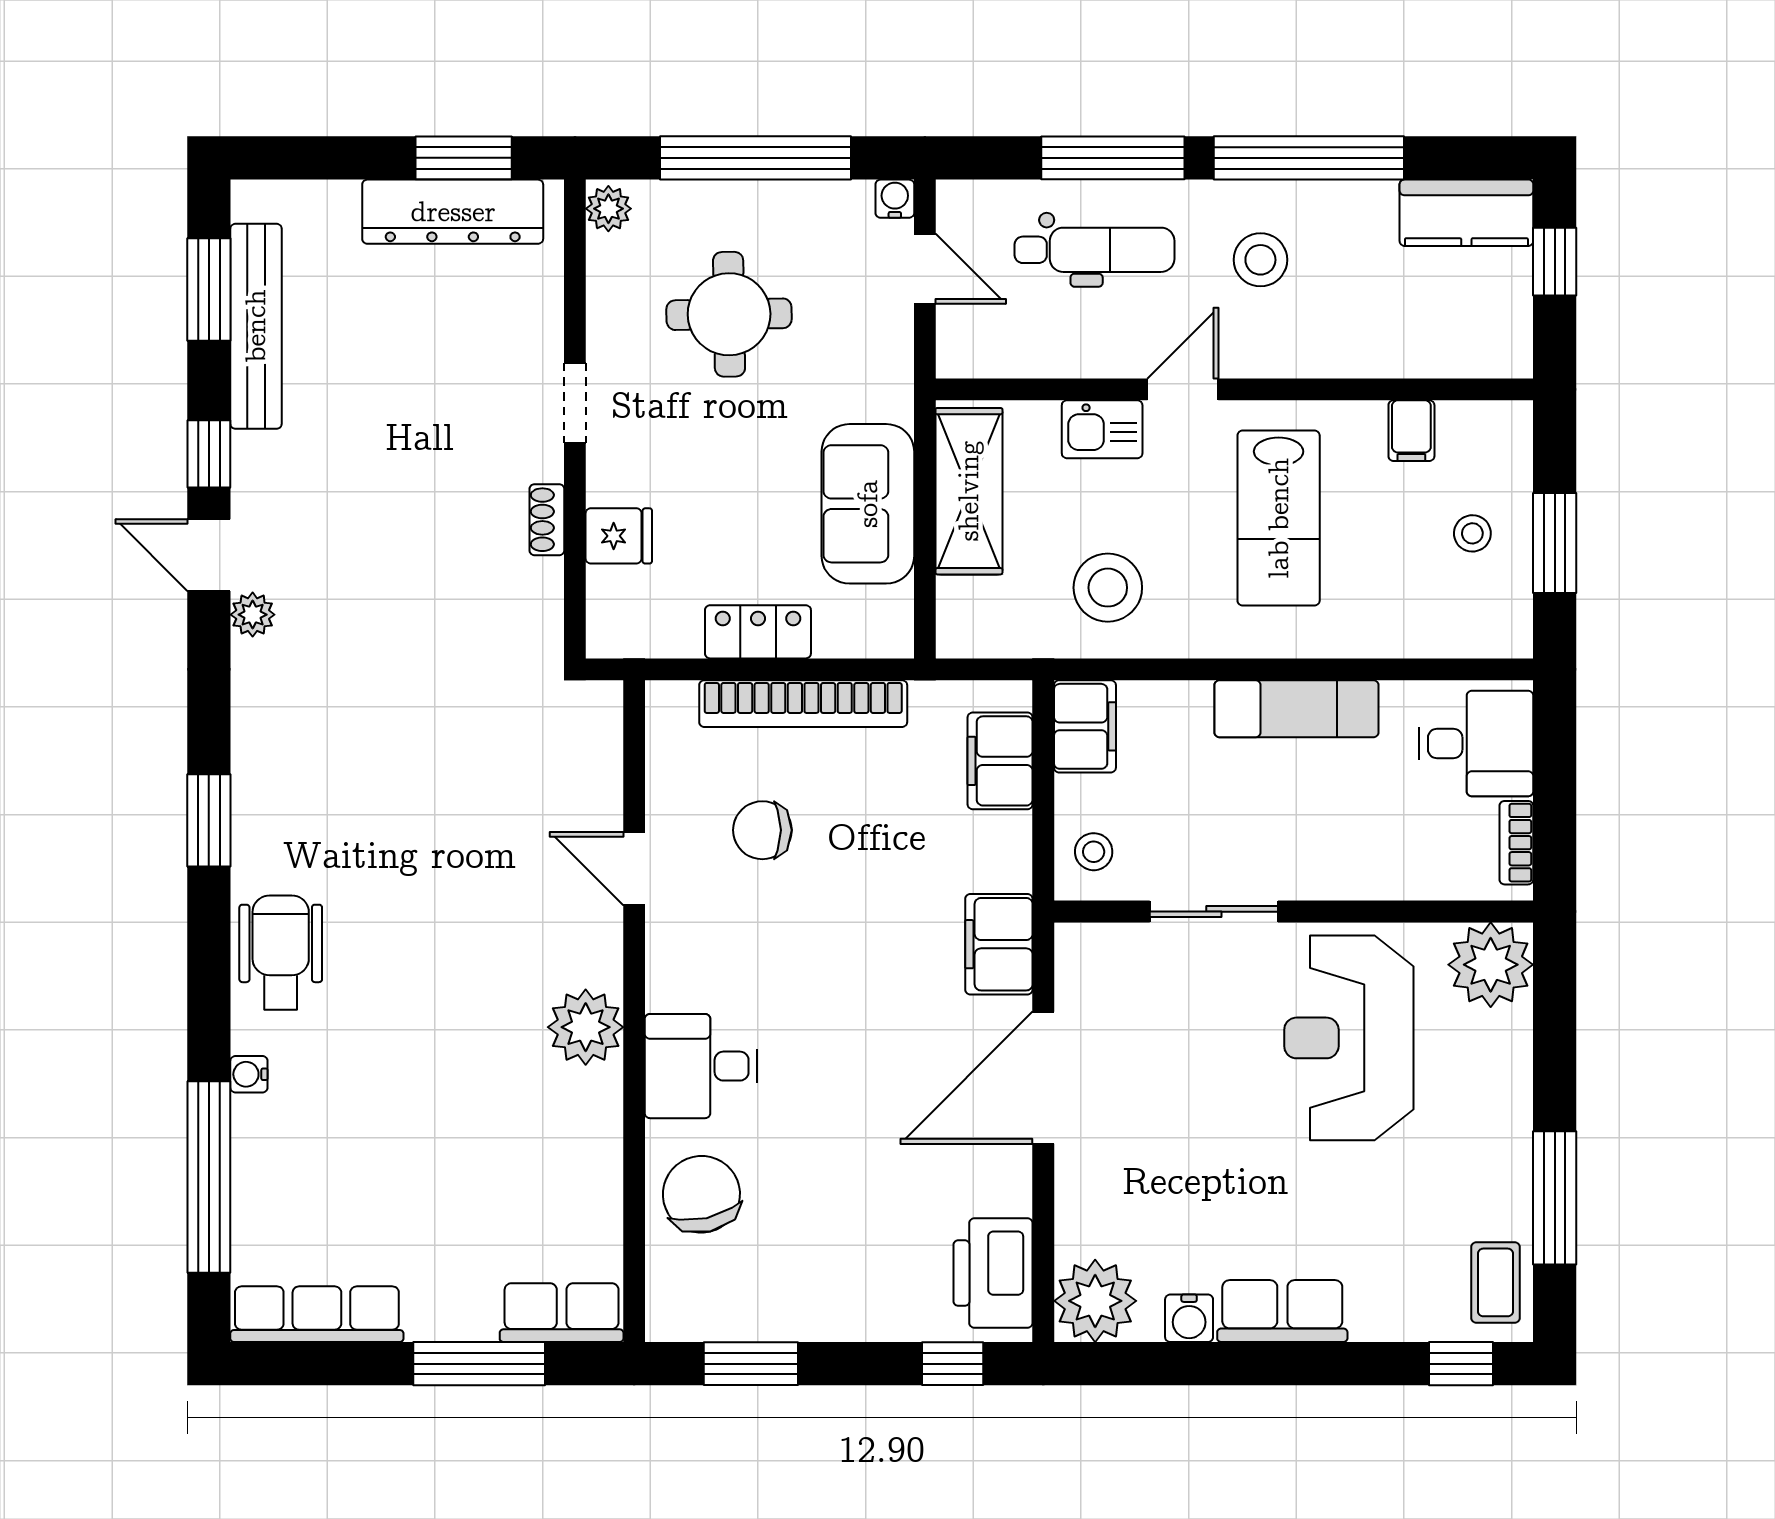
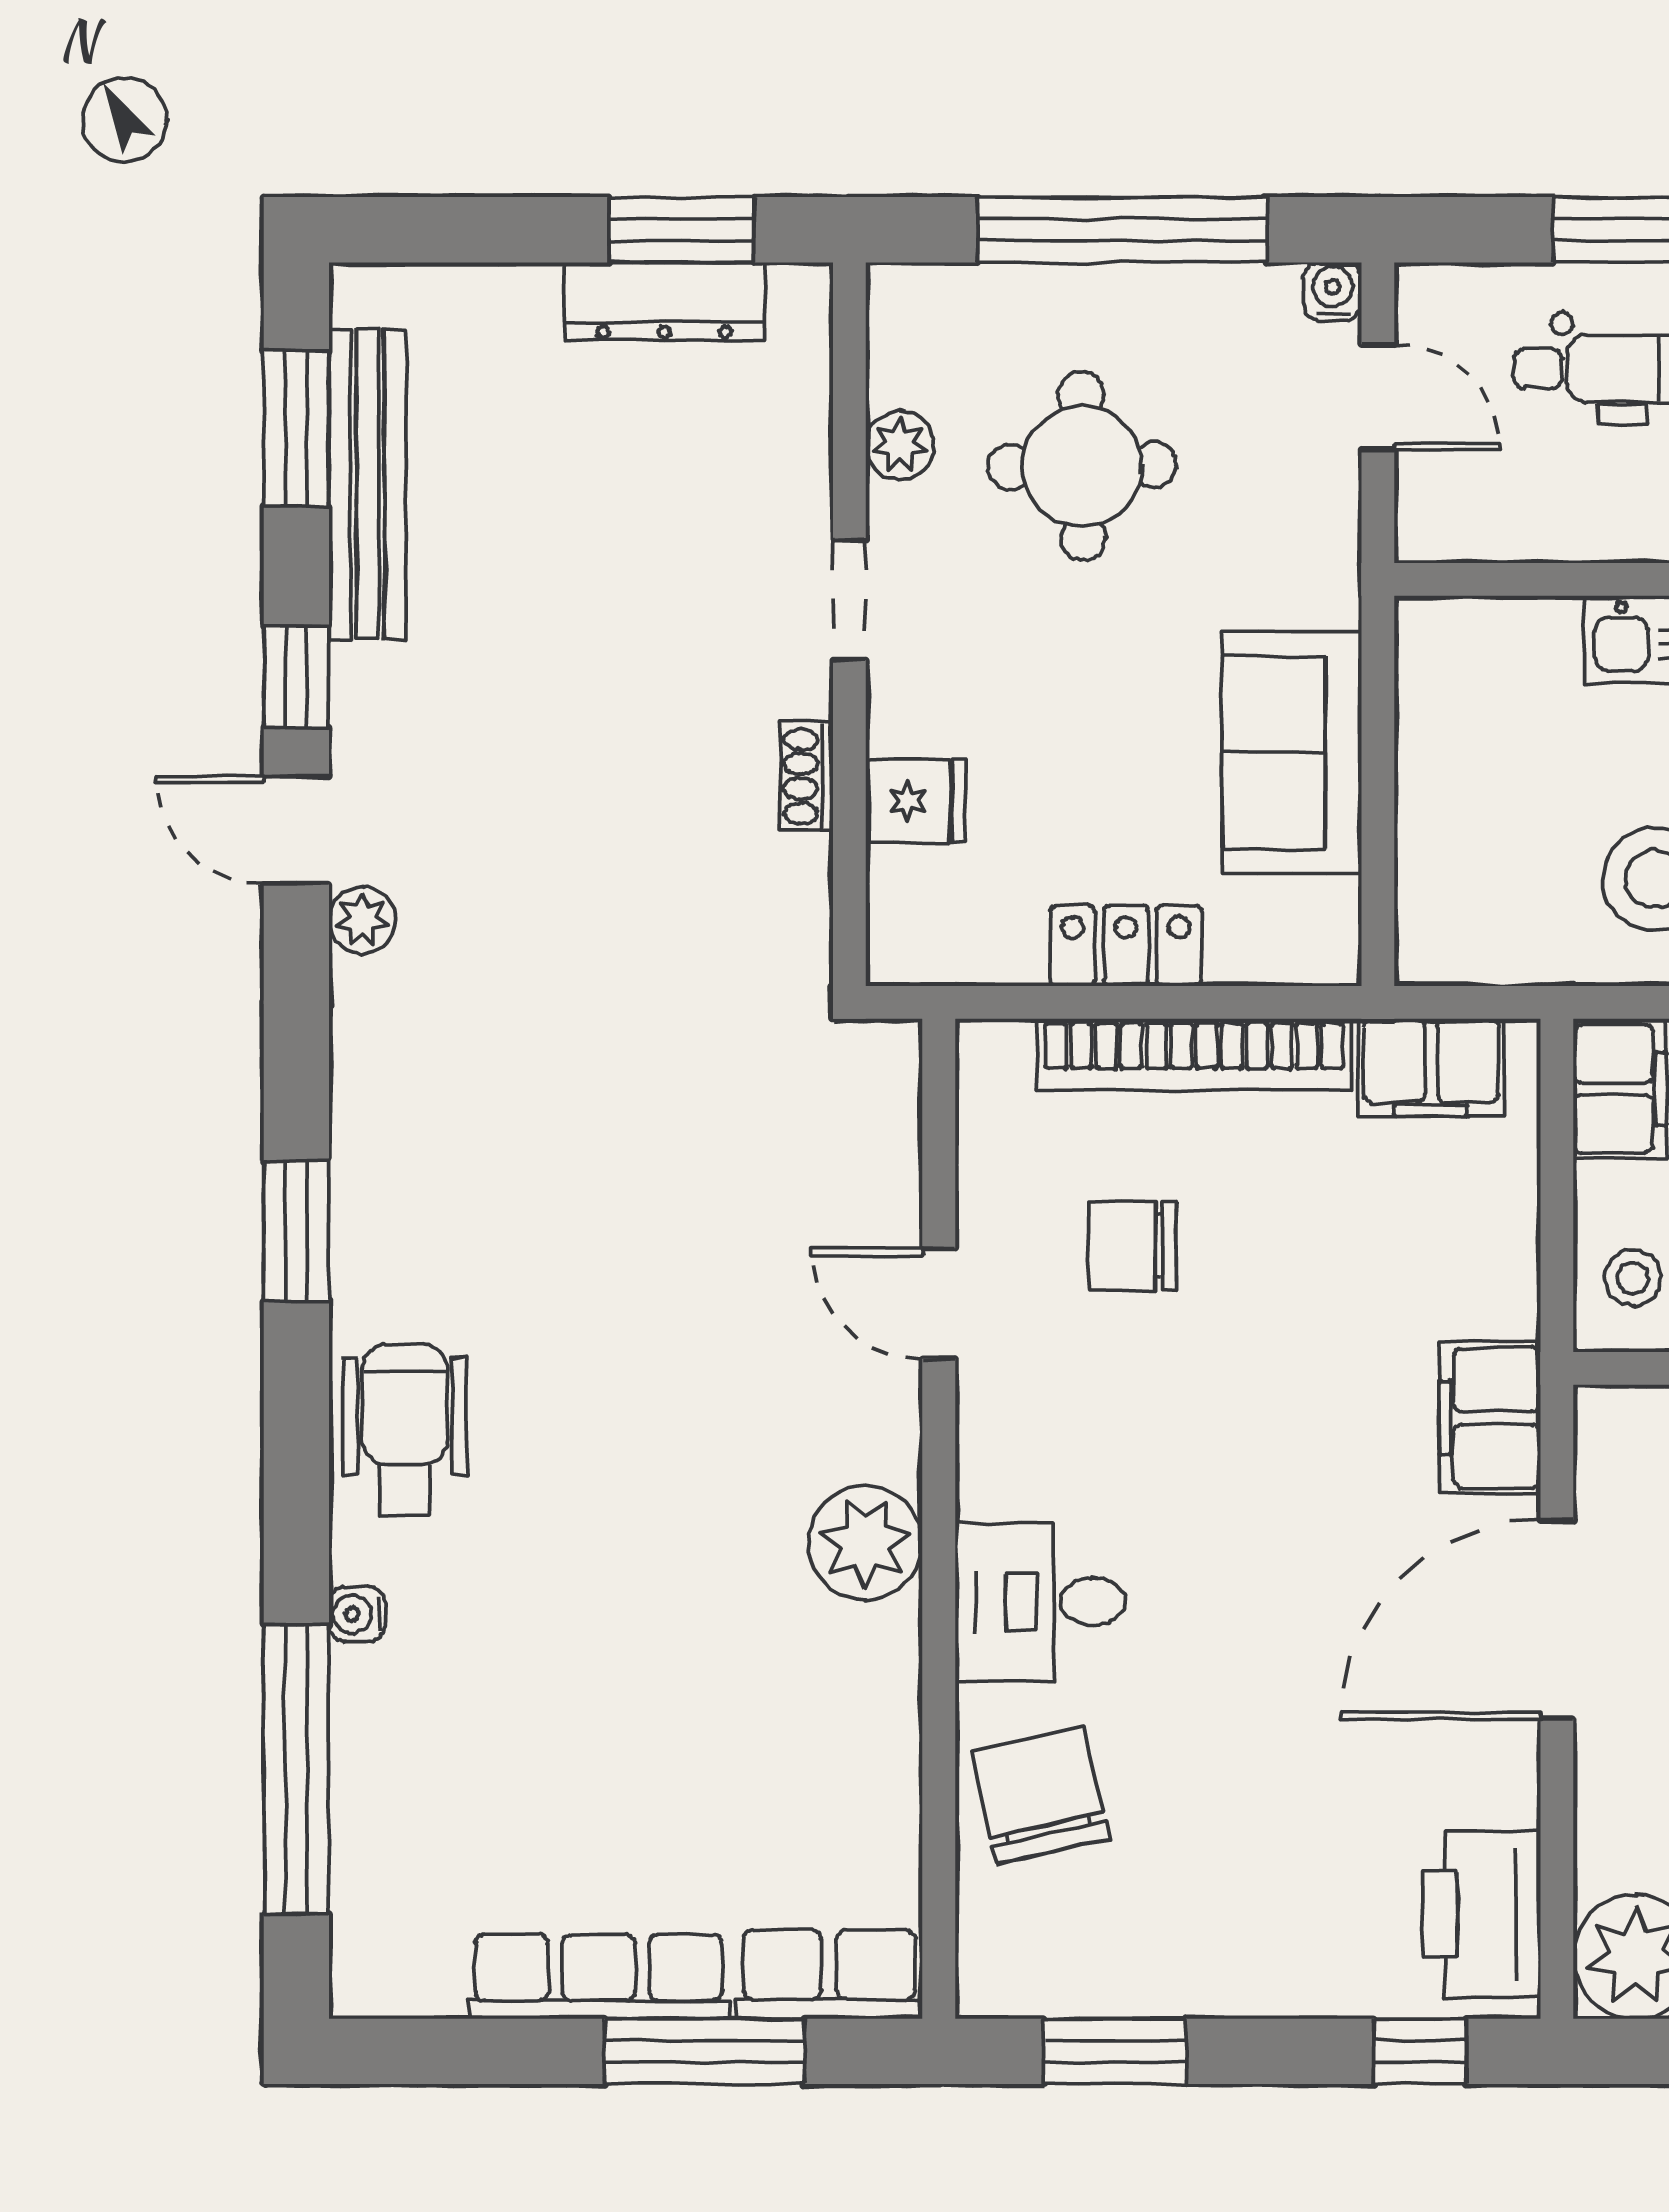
plant: (608, 209) -> (900, 445), moved
dresser: (453, 212) -> (665, 301), width x0.73, depth x0.80
shelving: (969, 491) -> (1445, 733), removed
filing cabinet: (1000, 761) -> (1431, 1068), moved, turned -90
row of seats: (317, 1314) -> (599, 1977), moved

